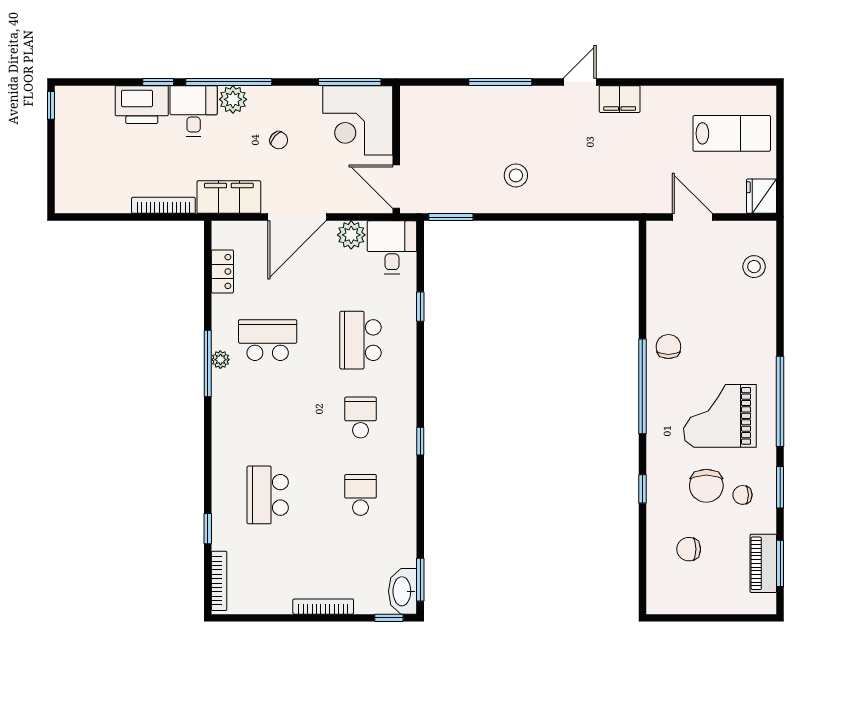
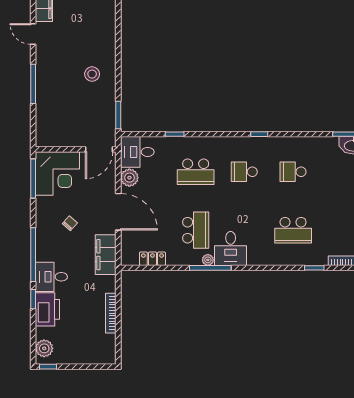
plant: (233, 99) -> (44, 348), moved
bookcase: (163, 205) -> (111, 313), moved
school desk: (268, 340) -> (196, 230), turned 180
desk: (239, 396) -> (231, 248), added

